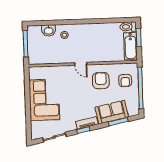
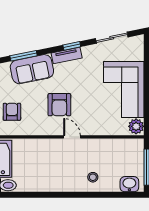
washbasin: (49, 30) -> (129, 184), moved
plant: (34, 73) -> (136, 126), added
armchair: (101, 81) -> (59, 105), moved

